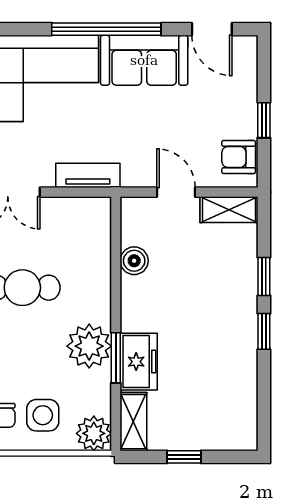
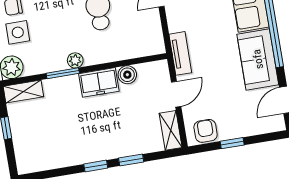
tv unit: (88, 175) -> (180, 53), moved
plant: (89, 346) -> (75, 60), width x0.53, depth x0.53
freezer: (139, 362) -> (99, 82), moved

